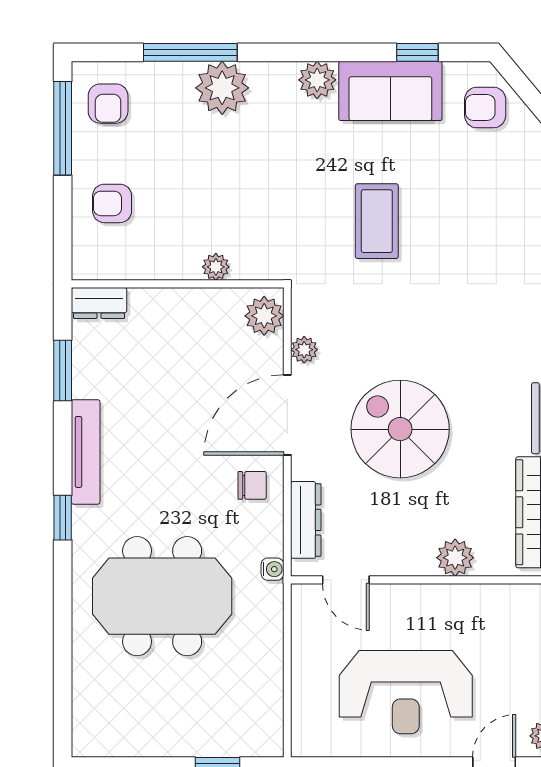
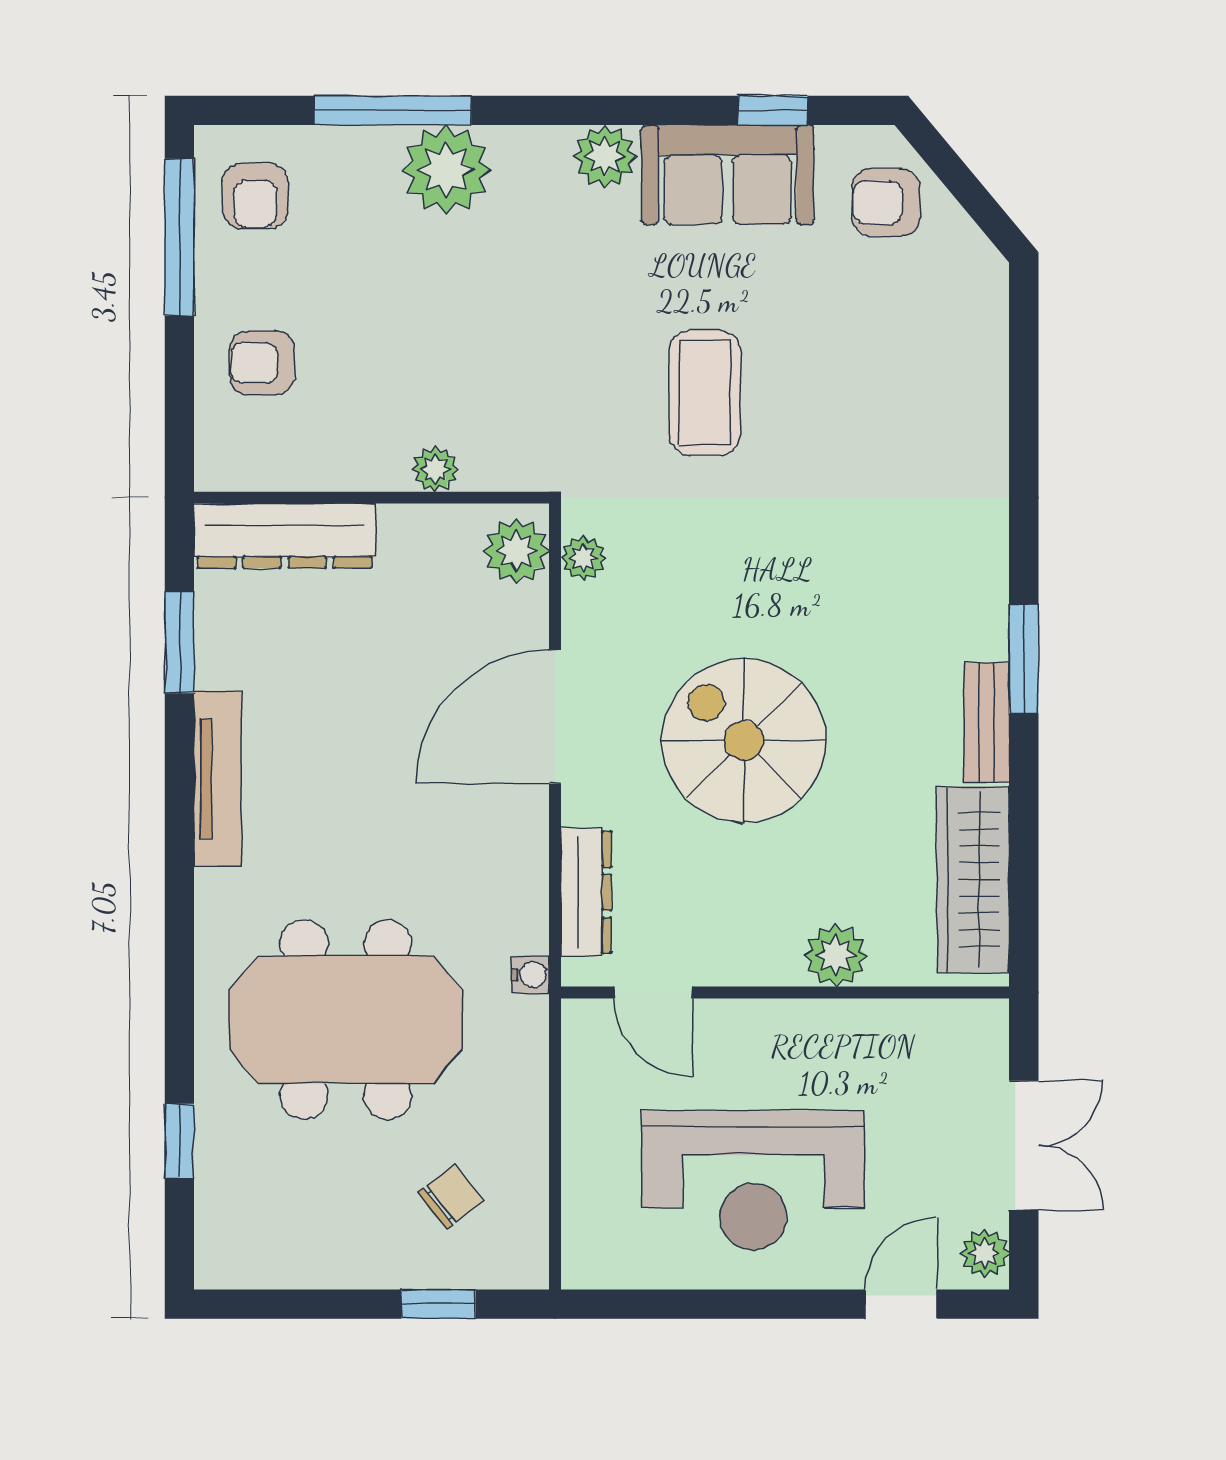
dresser: (99, 303) -> (285, 536), width x1.96, depth x1.24
plant: (304, 350) -> (583, 558), moved
chair: (252, 485) -> (451, 1197), moved, turned -38
window: (63, 518) -> (179, 1141), moved

